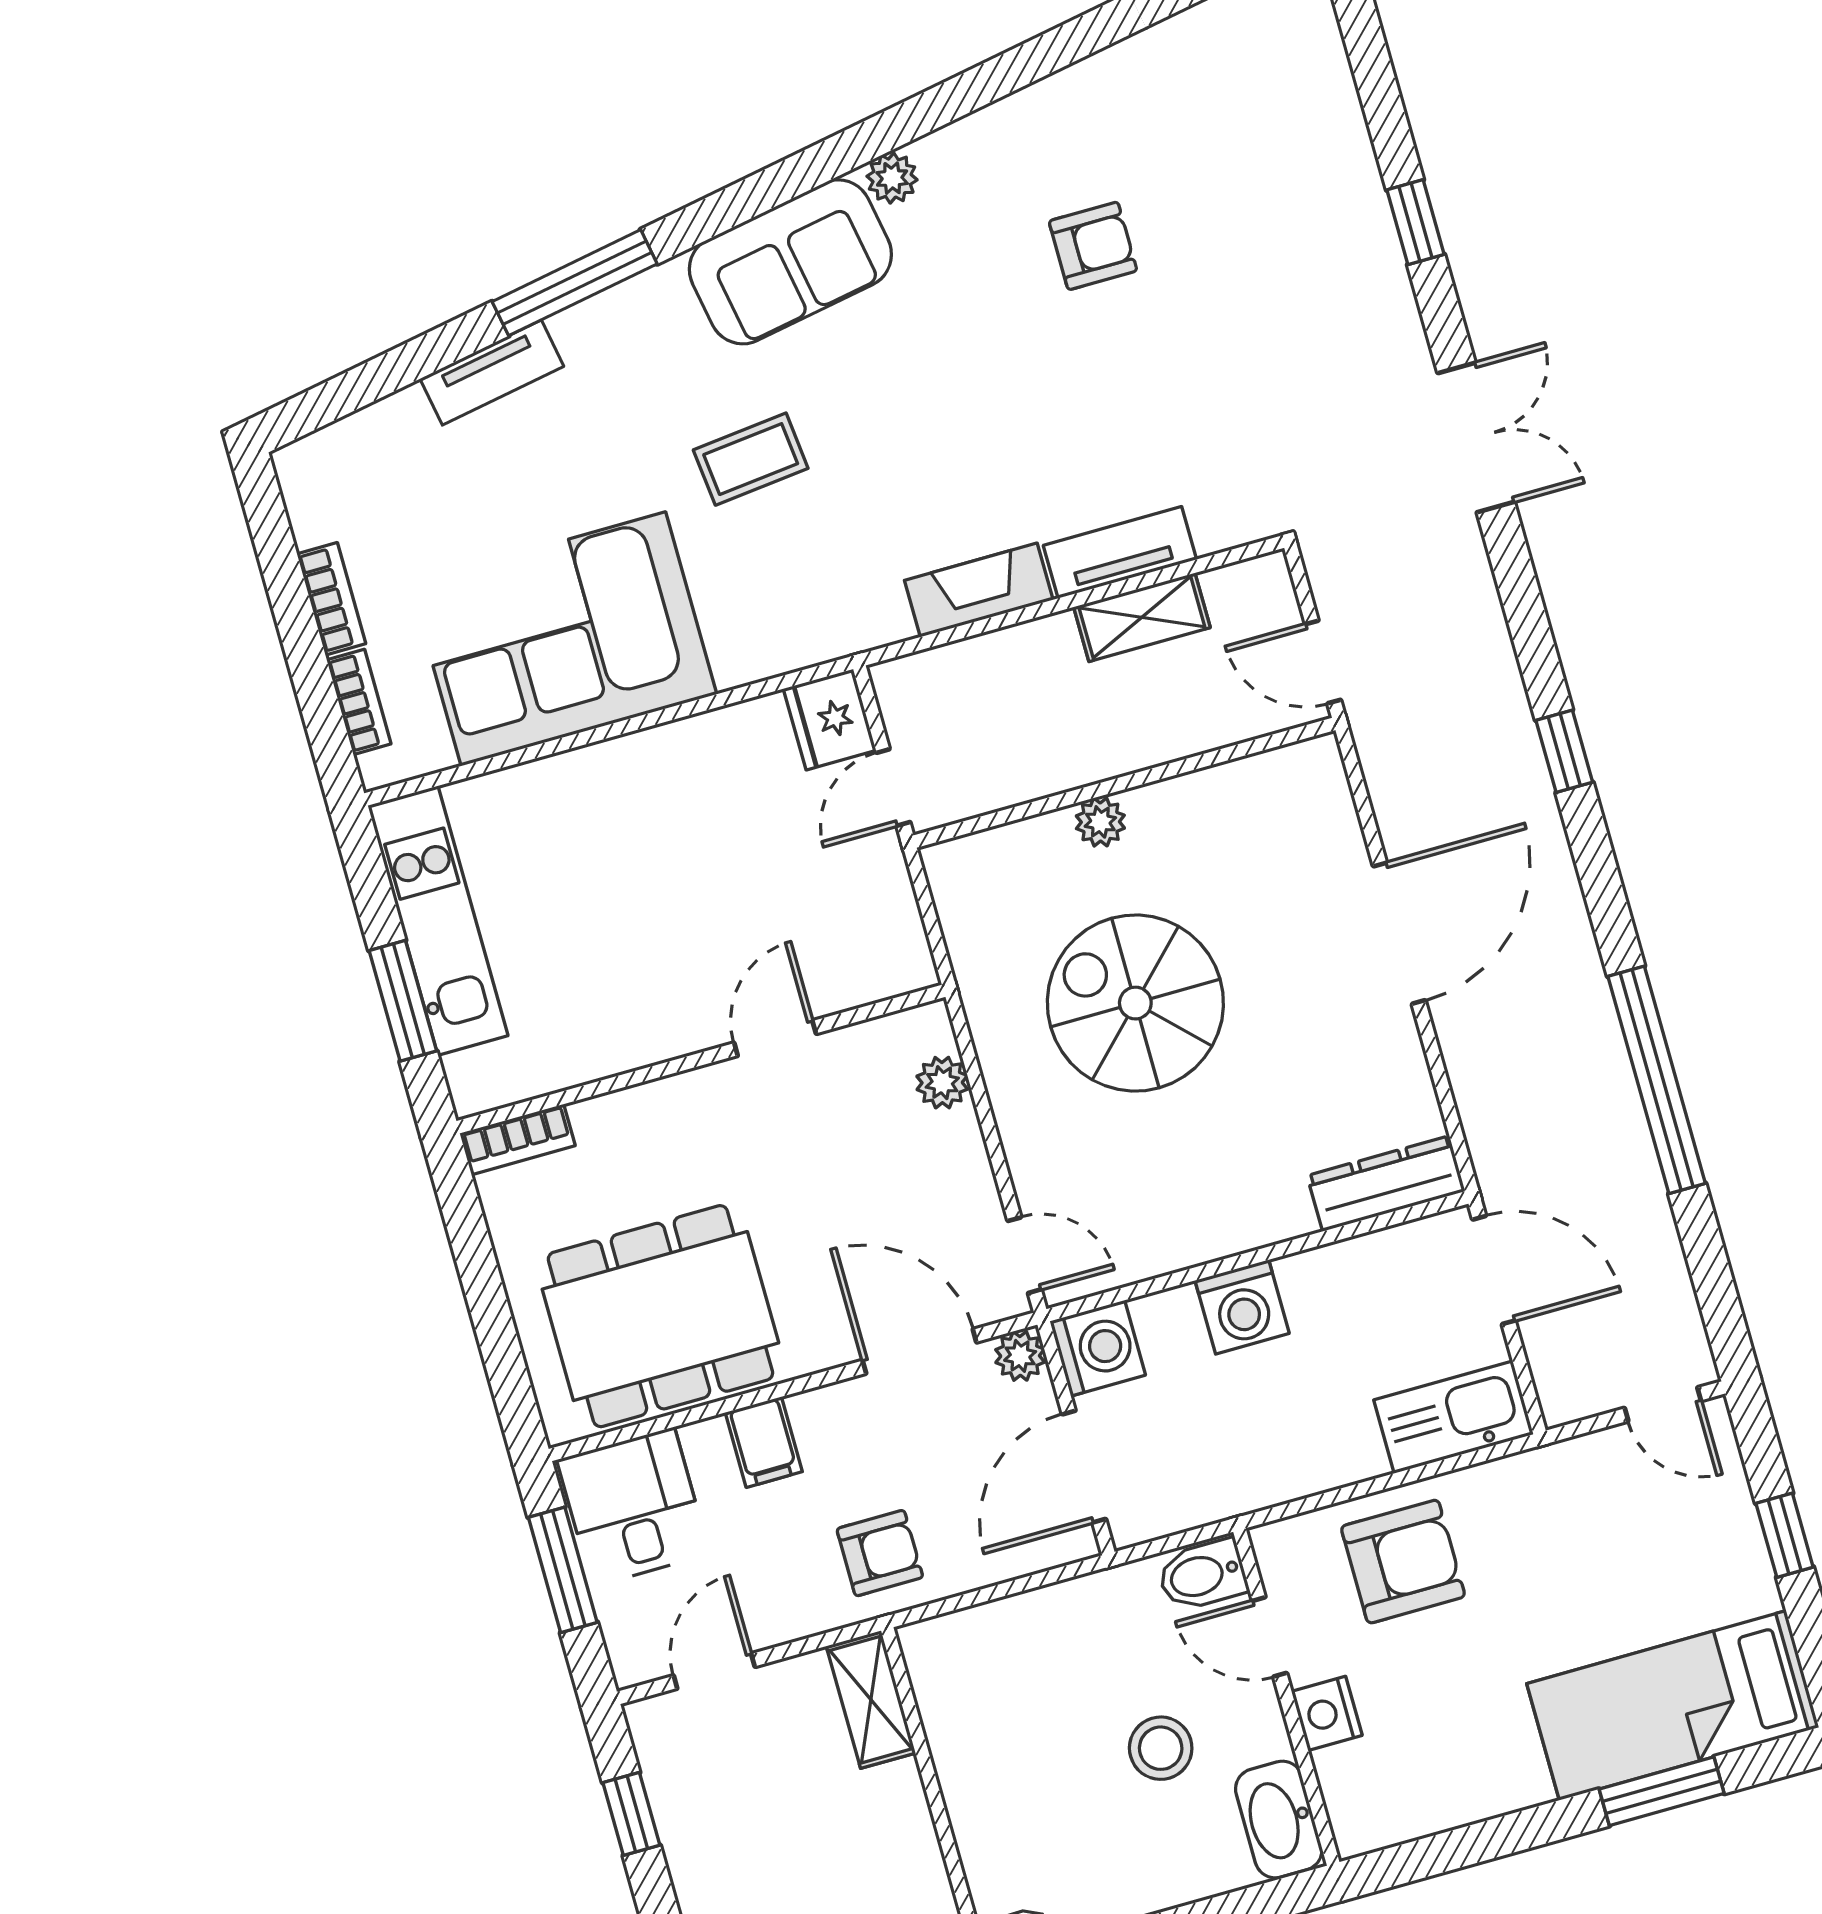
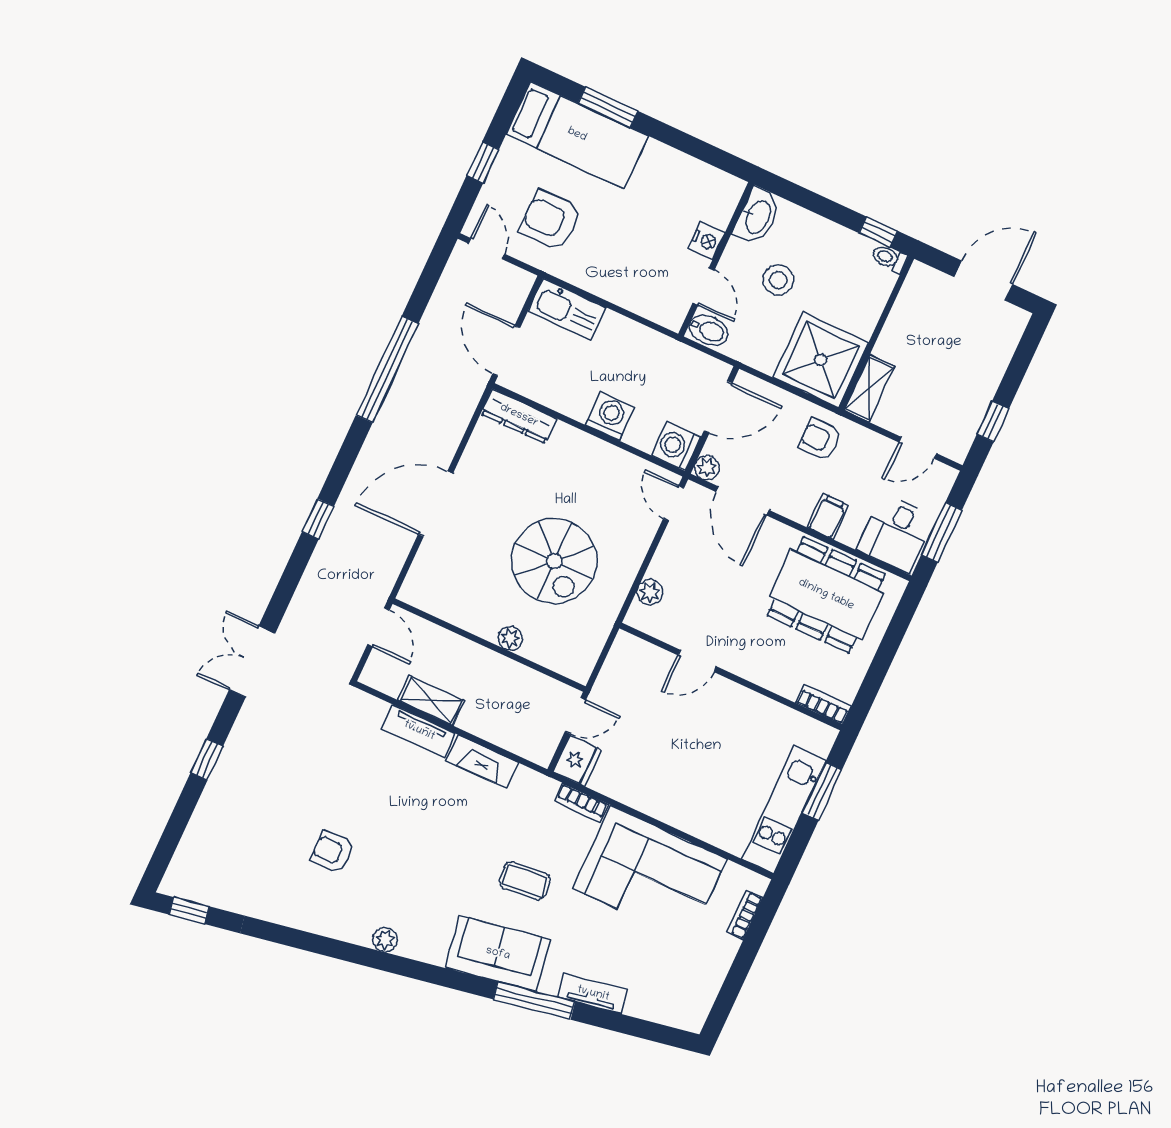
sofa: (790, 262) -> (498, 954), moved
bookcase: (331, 599) -> (581, 803), moved, turned -90
armchair: (1403, 1562) -> (551, 220), moved
shower: (986, 1679) -> (821, 360), added

